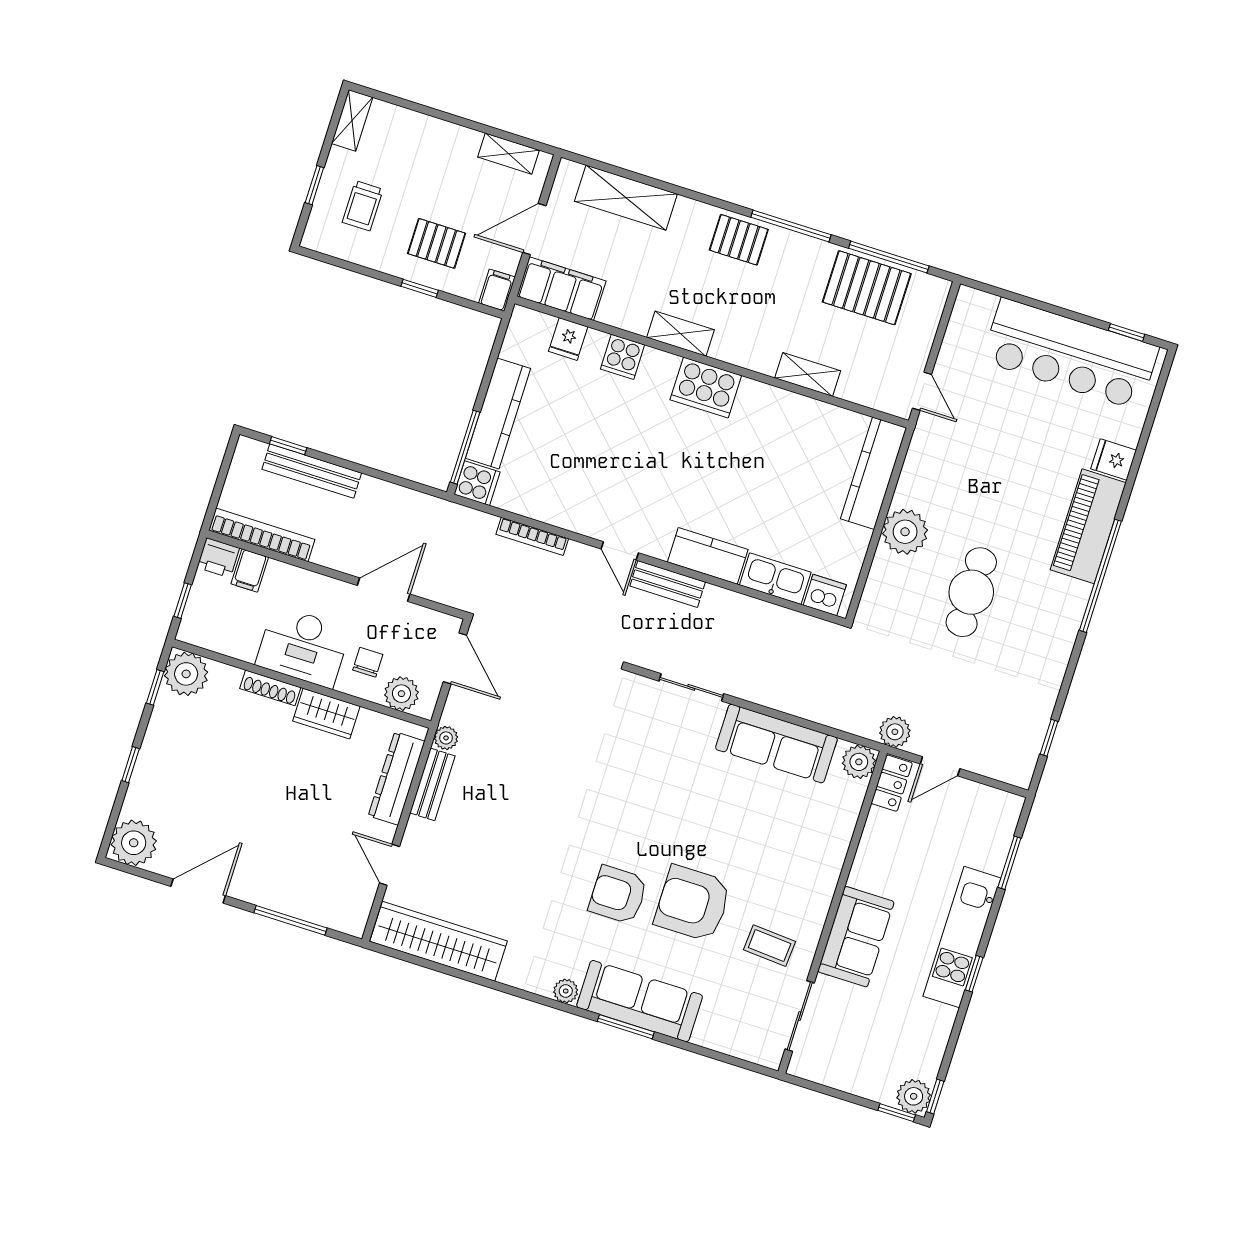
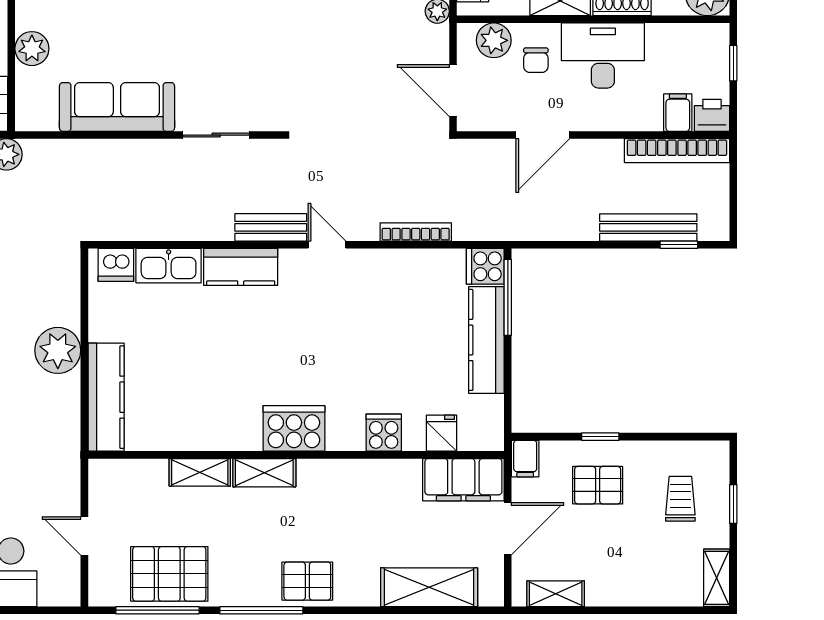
shelving: (680, 334) -> (264, 473), moved
door: (922, 391) -> (84, 536), moved
plant: (859, 762) -> (32, 49), moved

